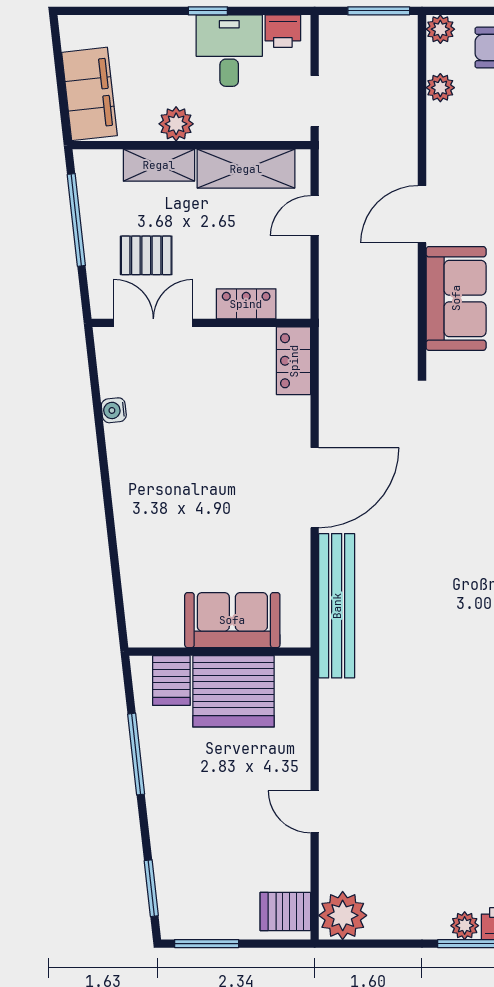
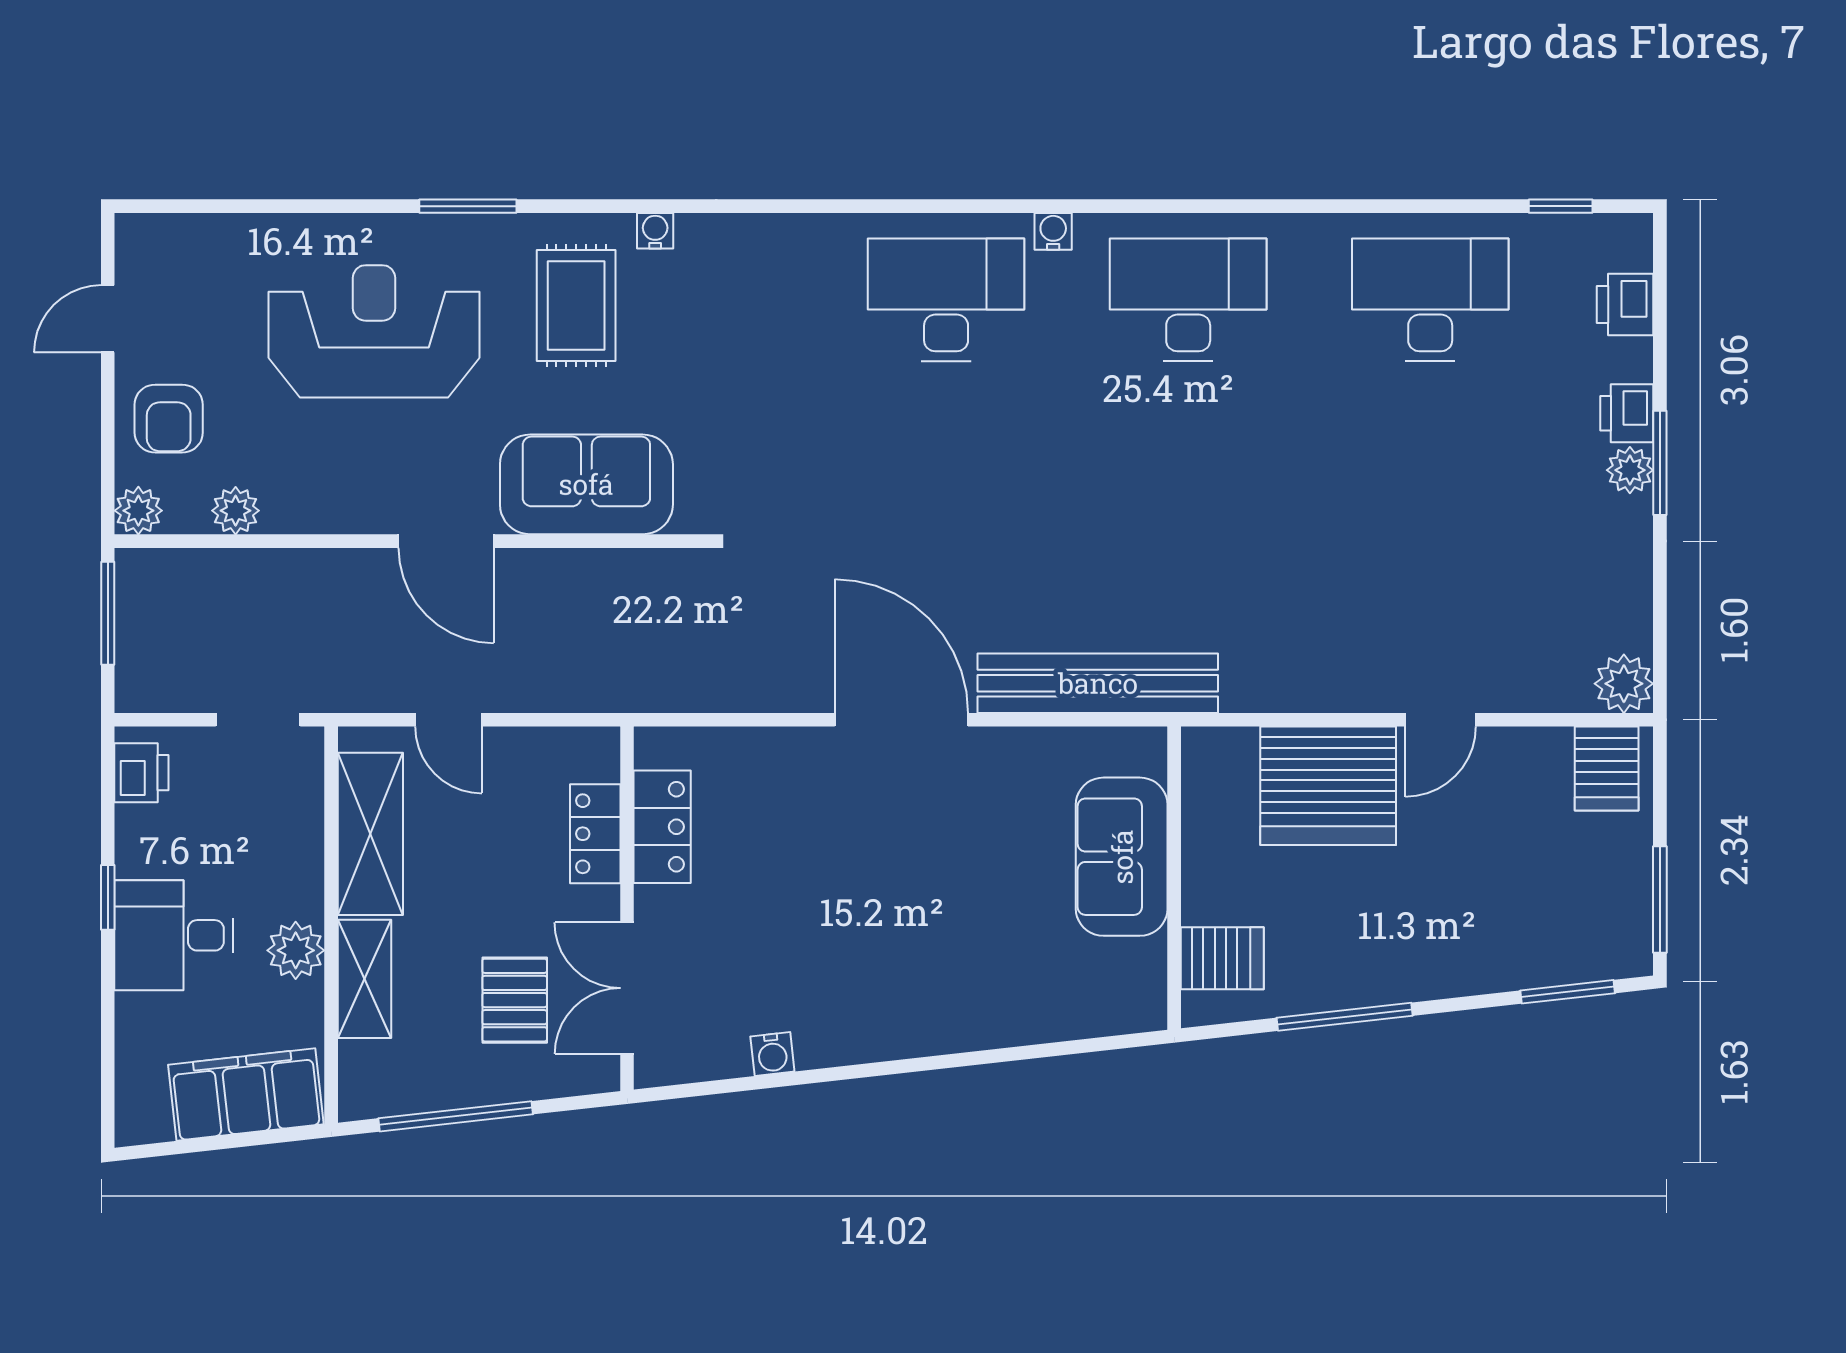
desk: (229, 51) -> (174, 935), moved
locker: (294, 361) -> (662, 827), moved, turned -90
server rack: (233, 691) -> (1328, 786), moved, turned 90
plant: (343, 915) -> (1624, 684), width x0.73, depth x0.73

